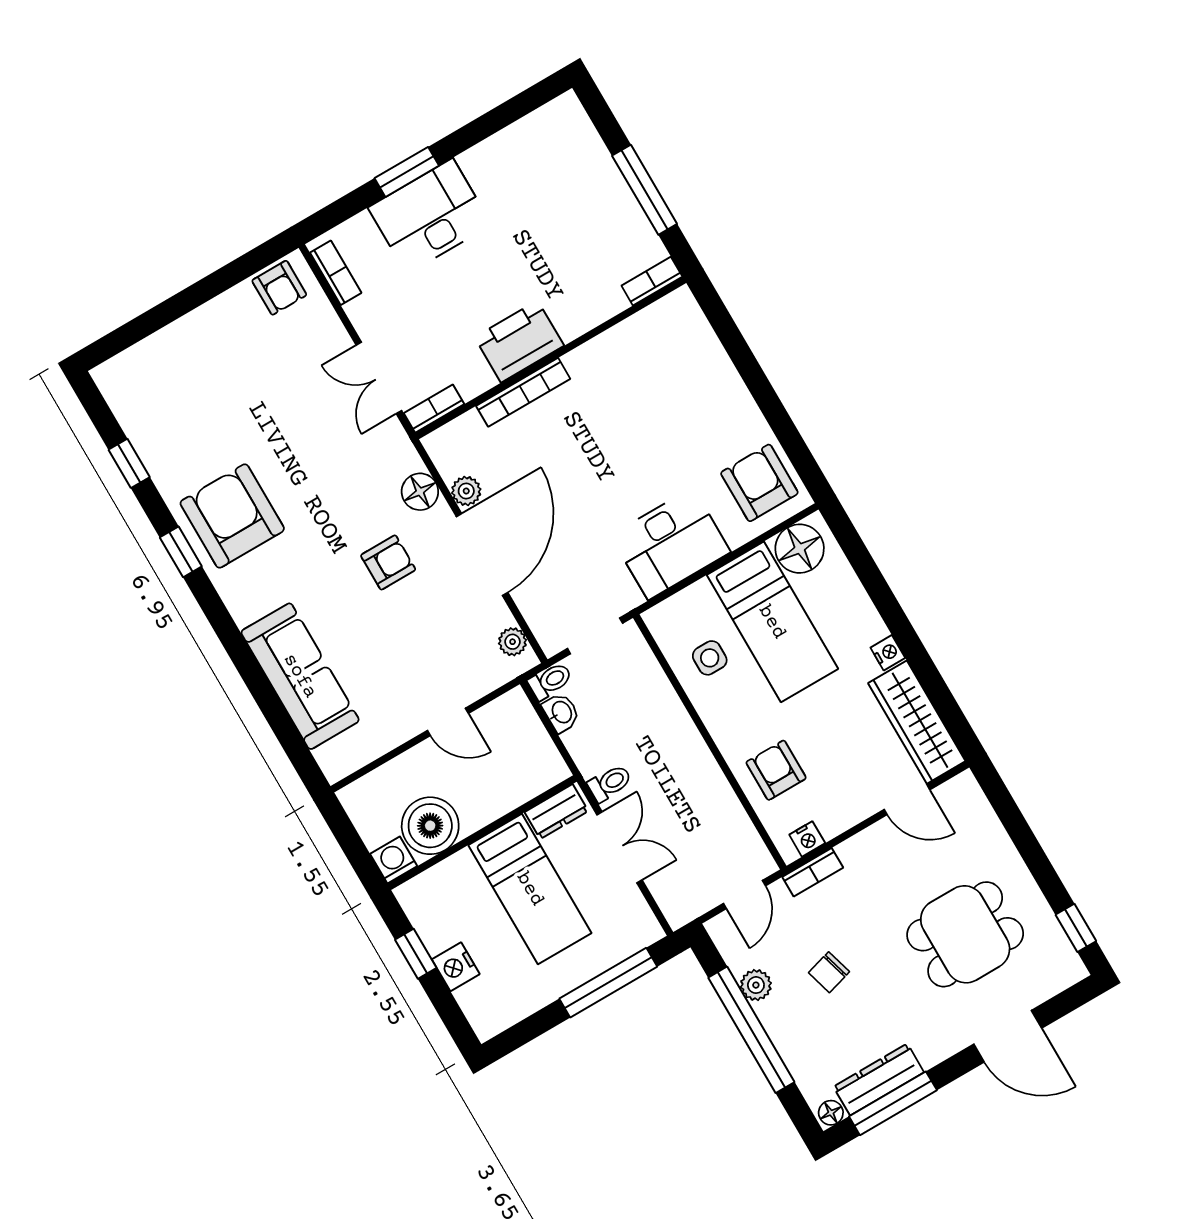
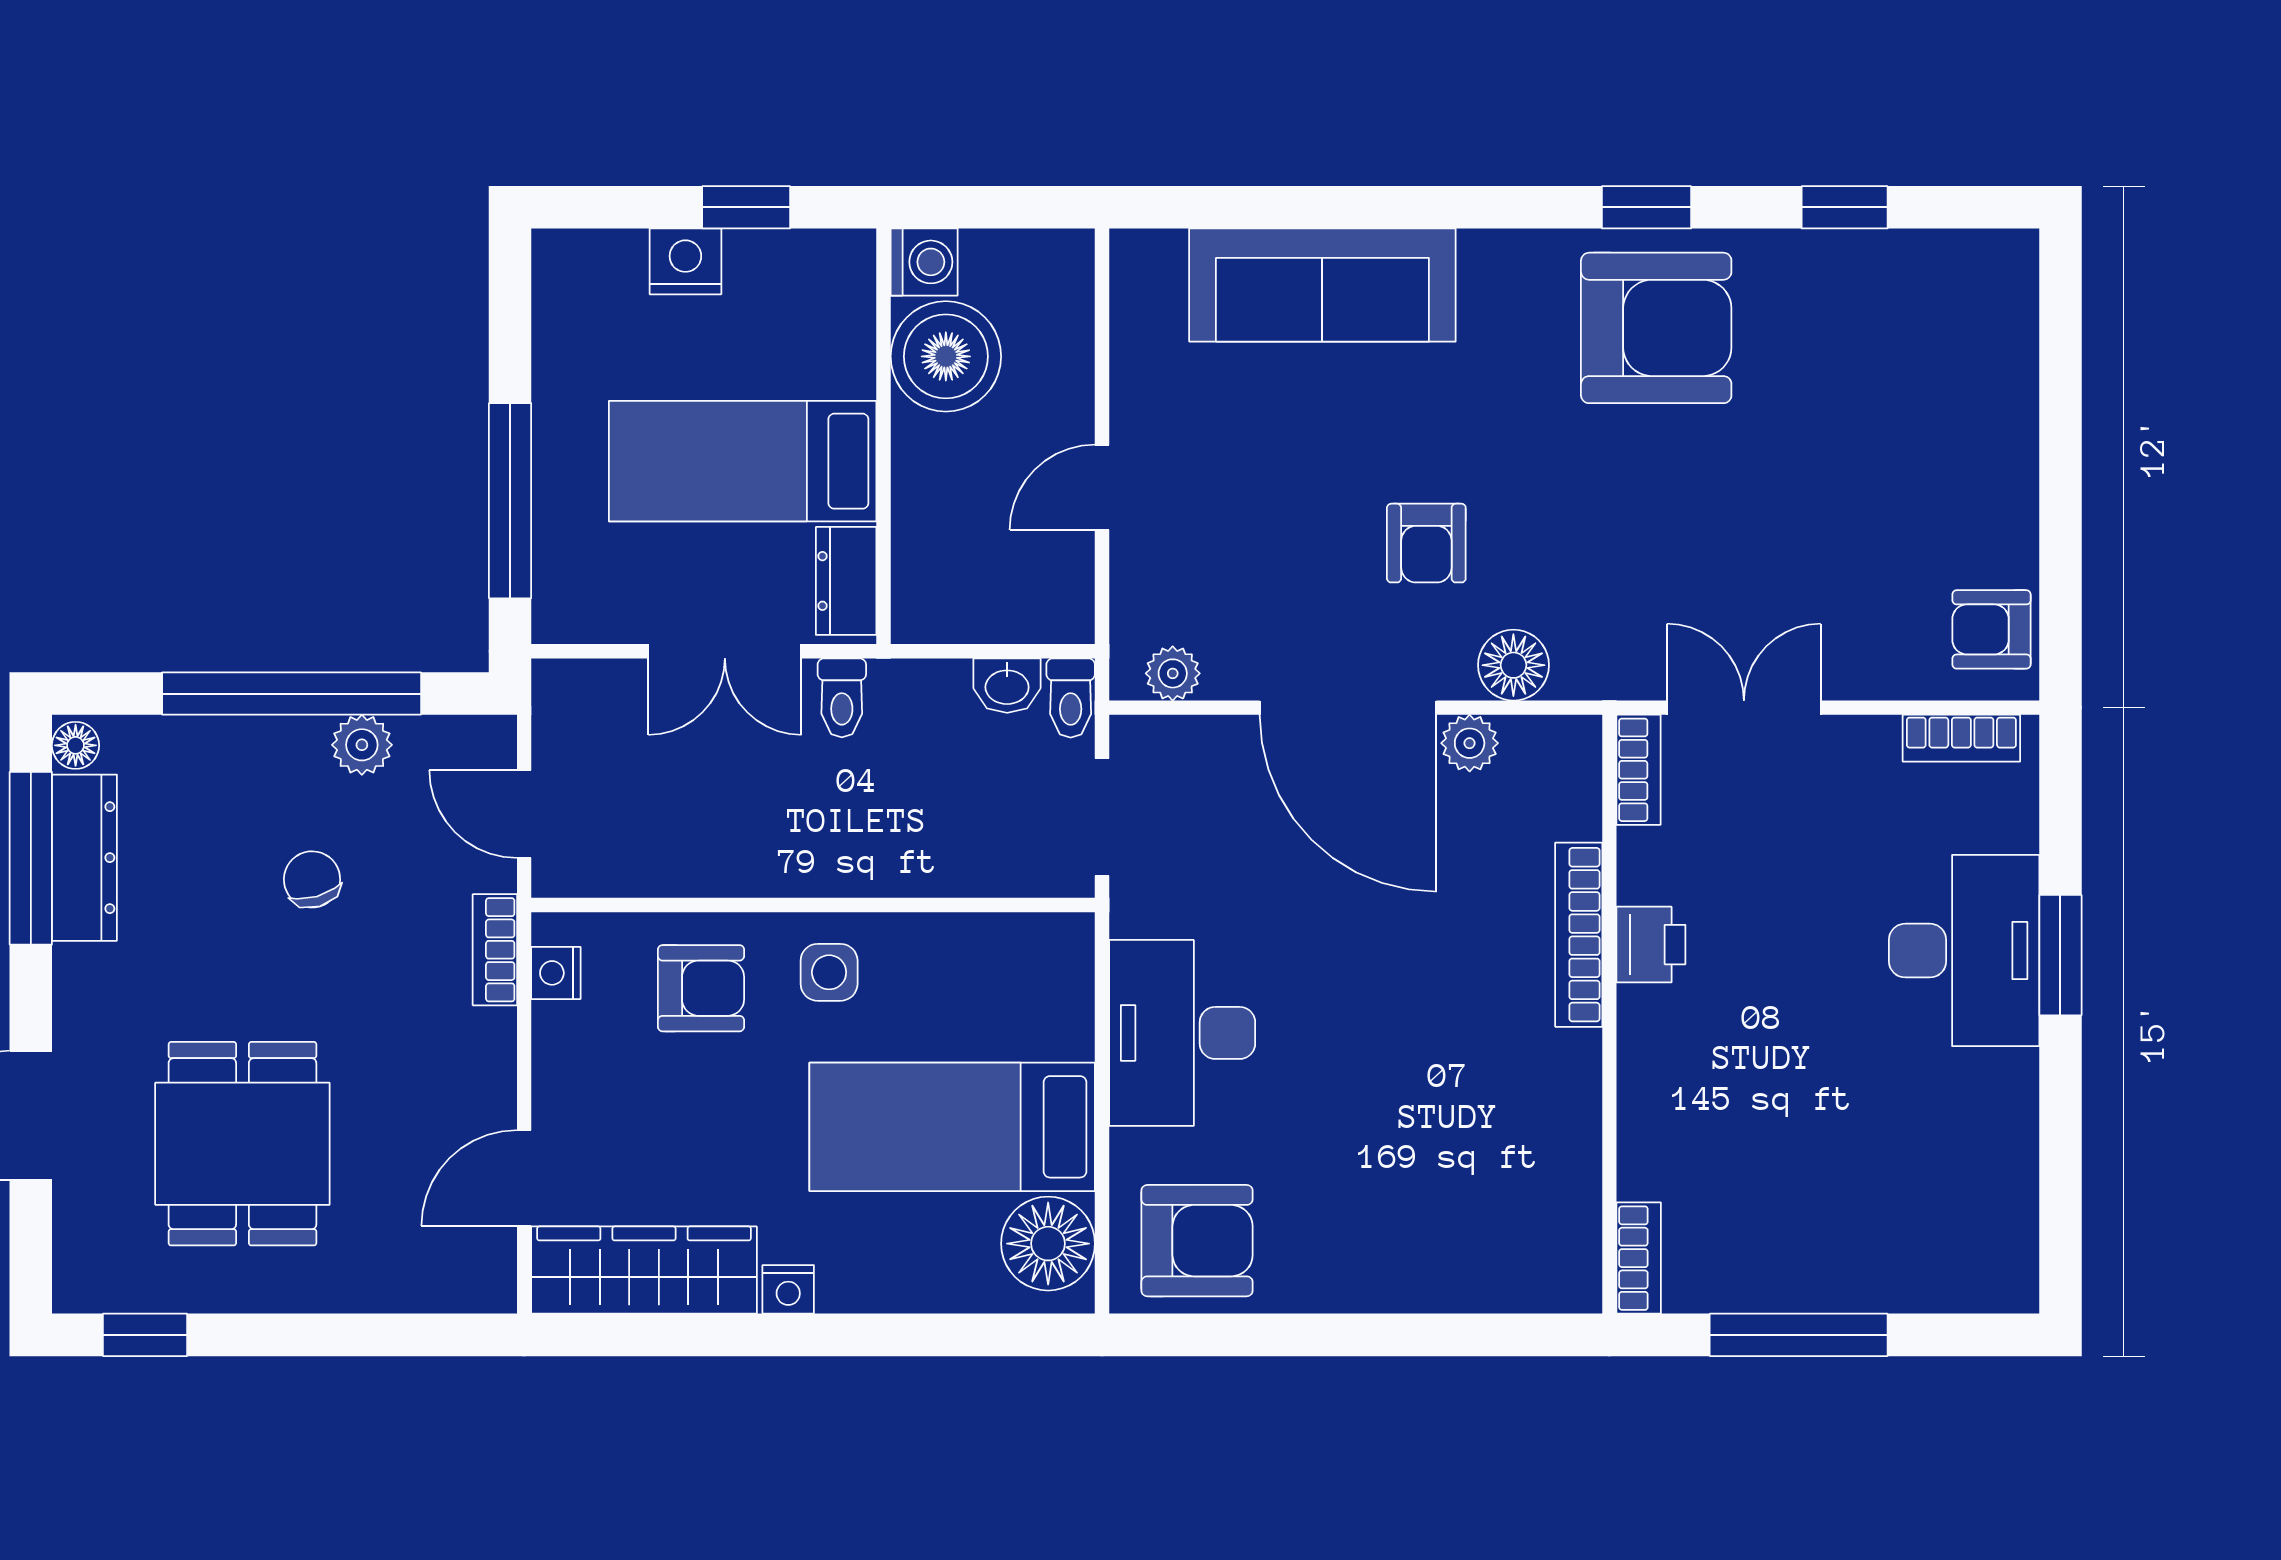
printer: (519, 341) -> (1651, 945), width x0.53, depth x0.68
side table: (710, 658) -> (829, 972), moved

